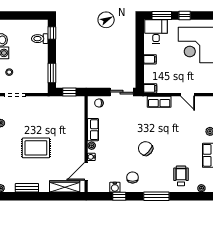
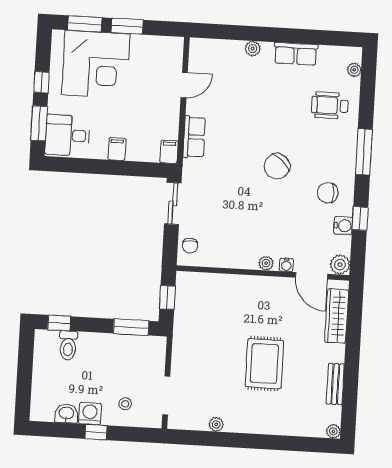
row of seats: (93, 130) -> (237, 259), removed
plant: (93, 187) -> (340, 265), added

